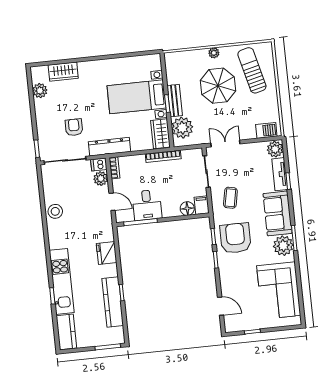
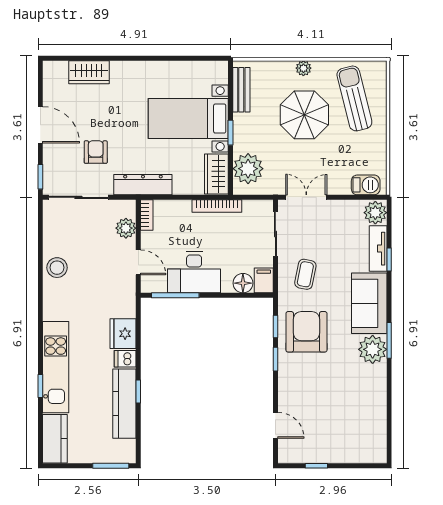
plant: (40, 91) -> (53, 96), removed
bench: (175, 101) -> (241, 90), moved
door: (33, 112) -> (40, 125), added
dishwasher: (99, 164) -> (125, 359), moved
desk: (147, 205) -> (194, 272), width x1.37
corner sofa: (279, 291) -> (359, 412), removed

